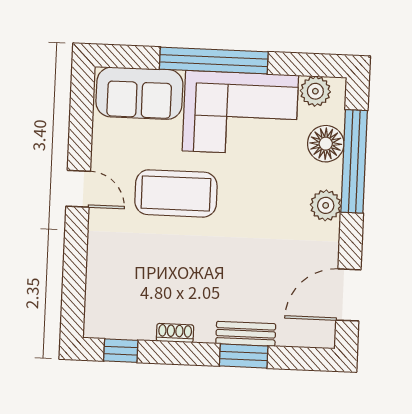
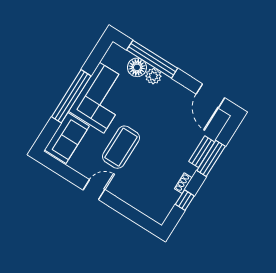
plant: (315, 91) -> (111, 59), removed
plant: (326, 205) -> (153, 76), moved
window: (121, 351) -> (185, 200), moved
window: (244, 356) -> (211, 158), width x1.44

